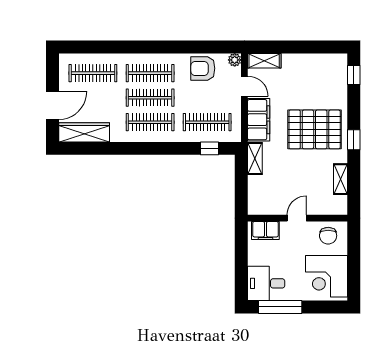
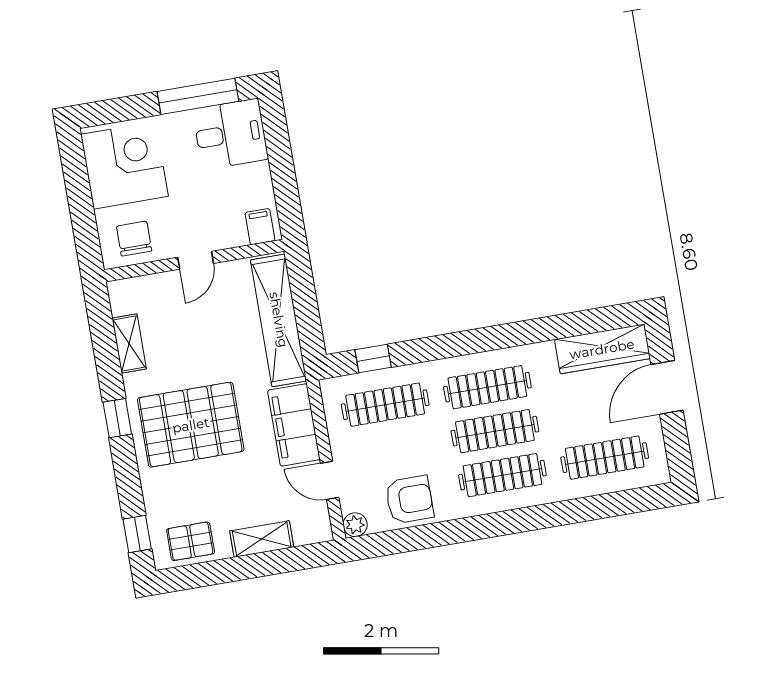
shelving: (264, 61) -> (262, 539), moved
pallet: (326, 66) -> (191, 541), added
shelving: (255, 158) -> (279, 320), width x2.20, depth x1.33
filing cabinet: (265, 230) -> (260, 227), width x0.50

